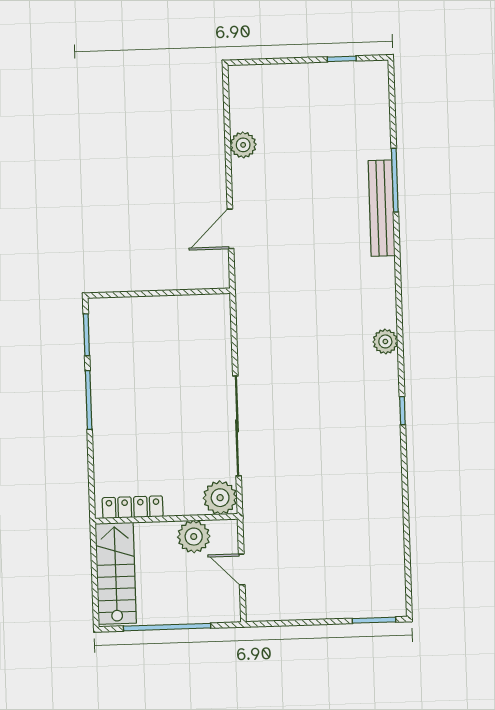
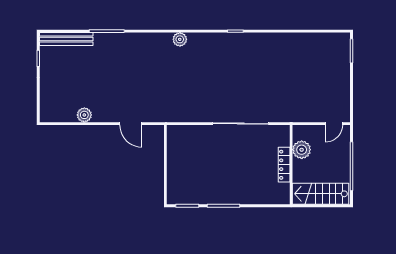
bench: (382, 208) -> (66, 39), moved
plant: (385, 341) -> (180, 39), moved
plant: (220, 498) -> (280, 134), removed
locker: (133, 507) -> (284, 165), moved
door: (242, 569) -> (334, 124), moved

